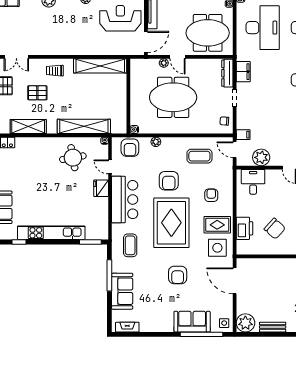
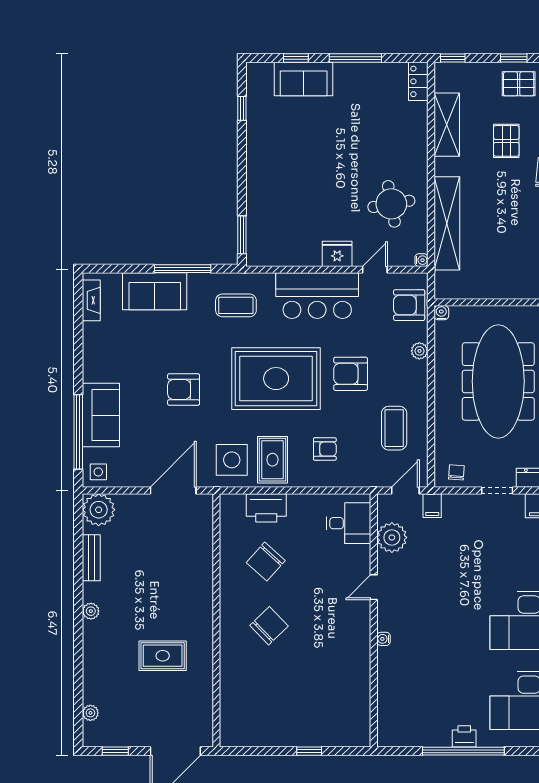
meeting table: (173, 97) -> (498, 381), width x1.36
kitchen unit: (51, 233) -> (258, 166), removed

